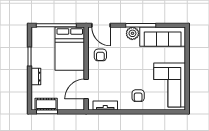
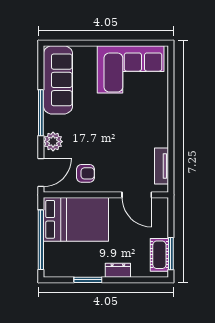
plant: (132, 33) -> (53, 142), moved
armchair: (138, 96) -> (147, 117), removed

